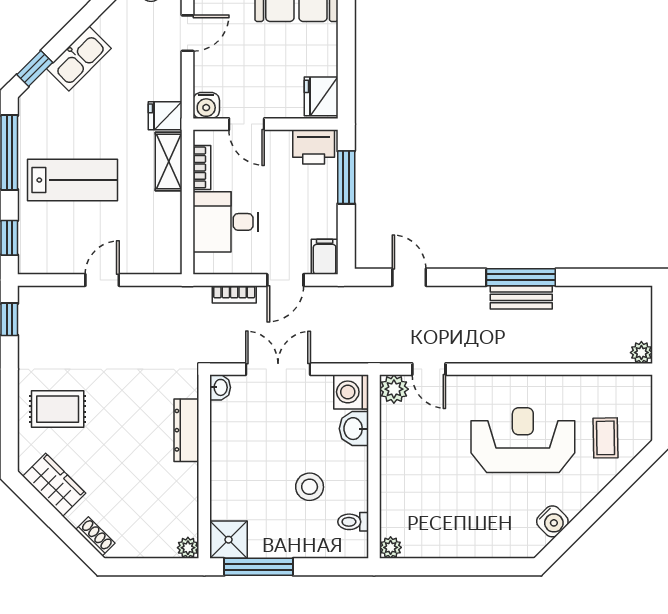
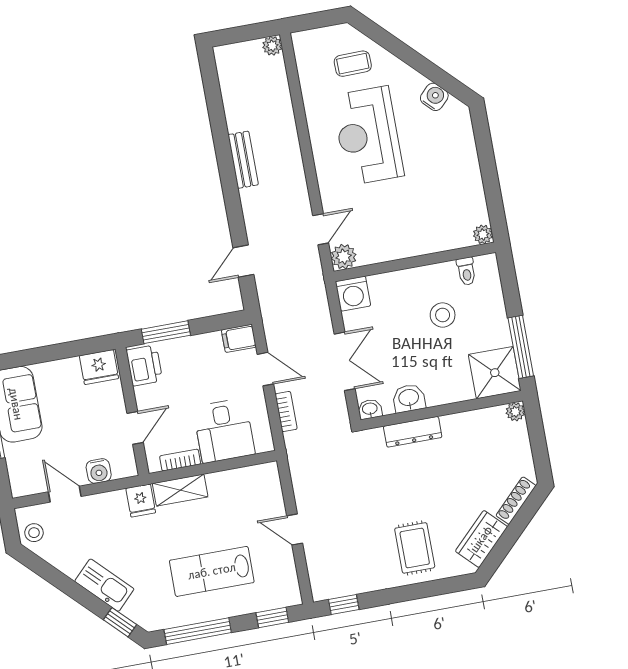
water cooler: (206, 105) -> (99, 471), moved, turned 90
lab bench: (72, 180) -> (212, 571), turned -90
window: (521, 277) -> (226, 163), removed
double door: (278, 369) -> (345, 361), swing flipped
washbasin: (354, 429) -> (409, 398), moved, turned 180
shoe rack: (95, 536) -> (516, 501), width x1.43
shower: (229, 540) -> (495, 373), width x1.36, depth x1.36

